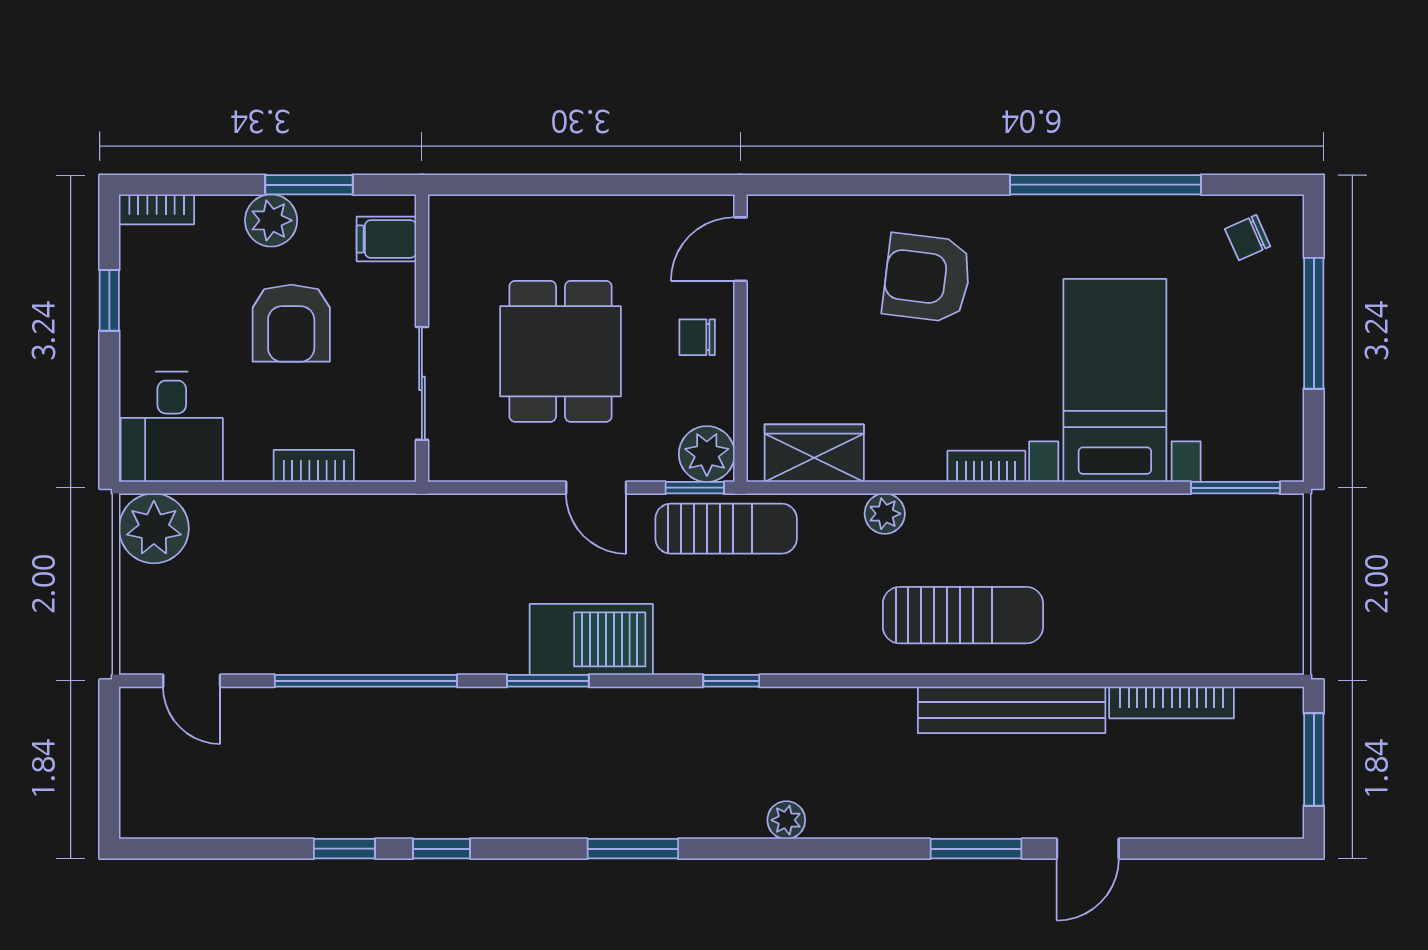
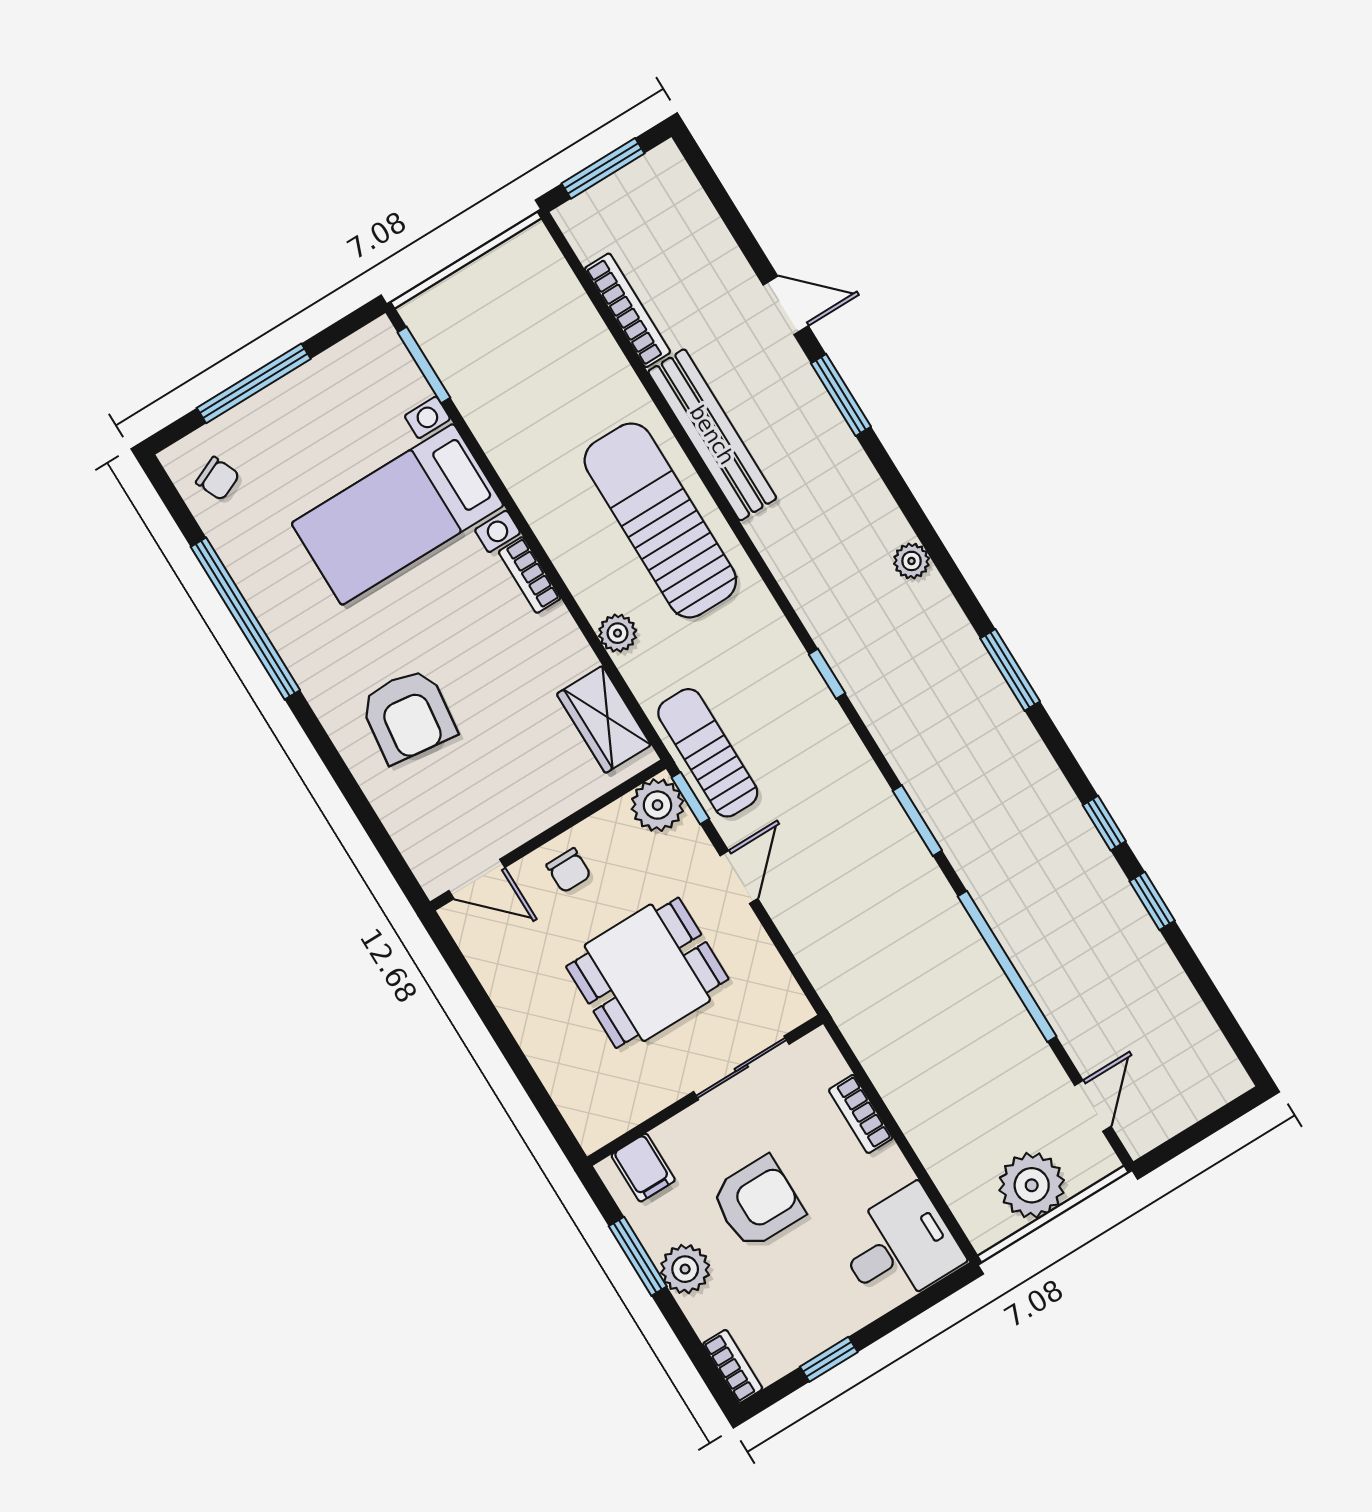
plant: (154, 528) -> (1032, 1185), moved
sun lounger: (963, 615) -> (660, 520), width x1.36, depth x1.34
barbecue: (591, 639) -> (863, 806), removed

